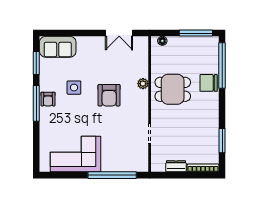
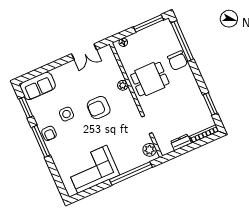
chair: (209, 83) -> (178, 61), turned -90
armchair: (109, 95) -> (99, 108), turned 90
plant: (141, 160) -> (150, 150), added

